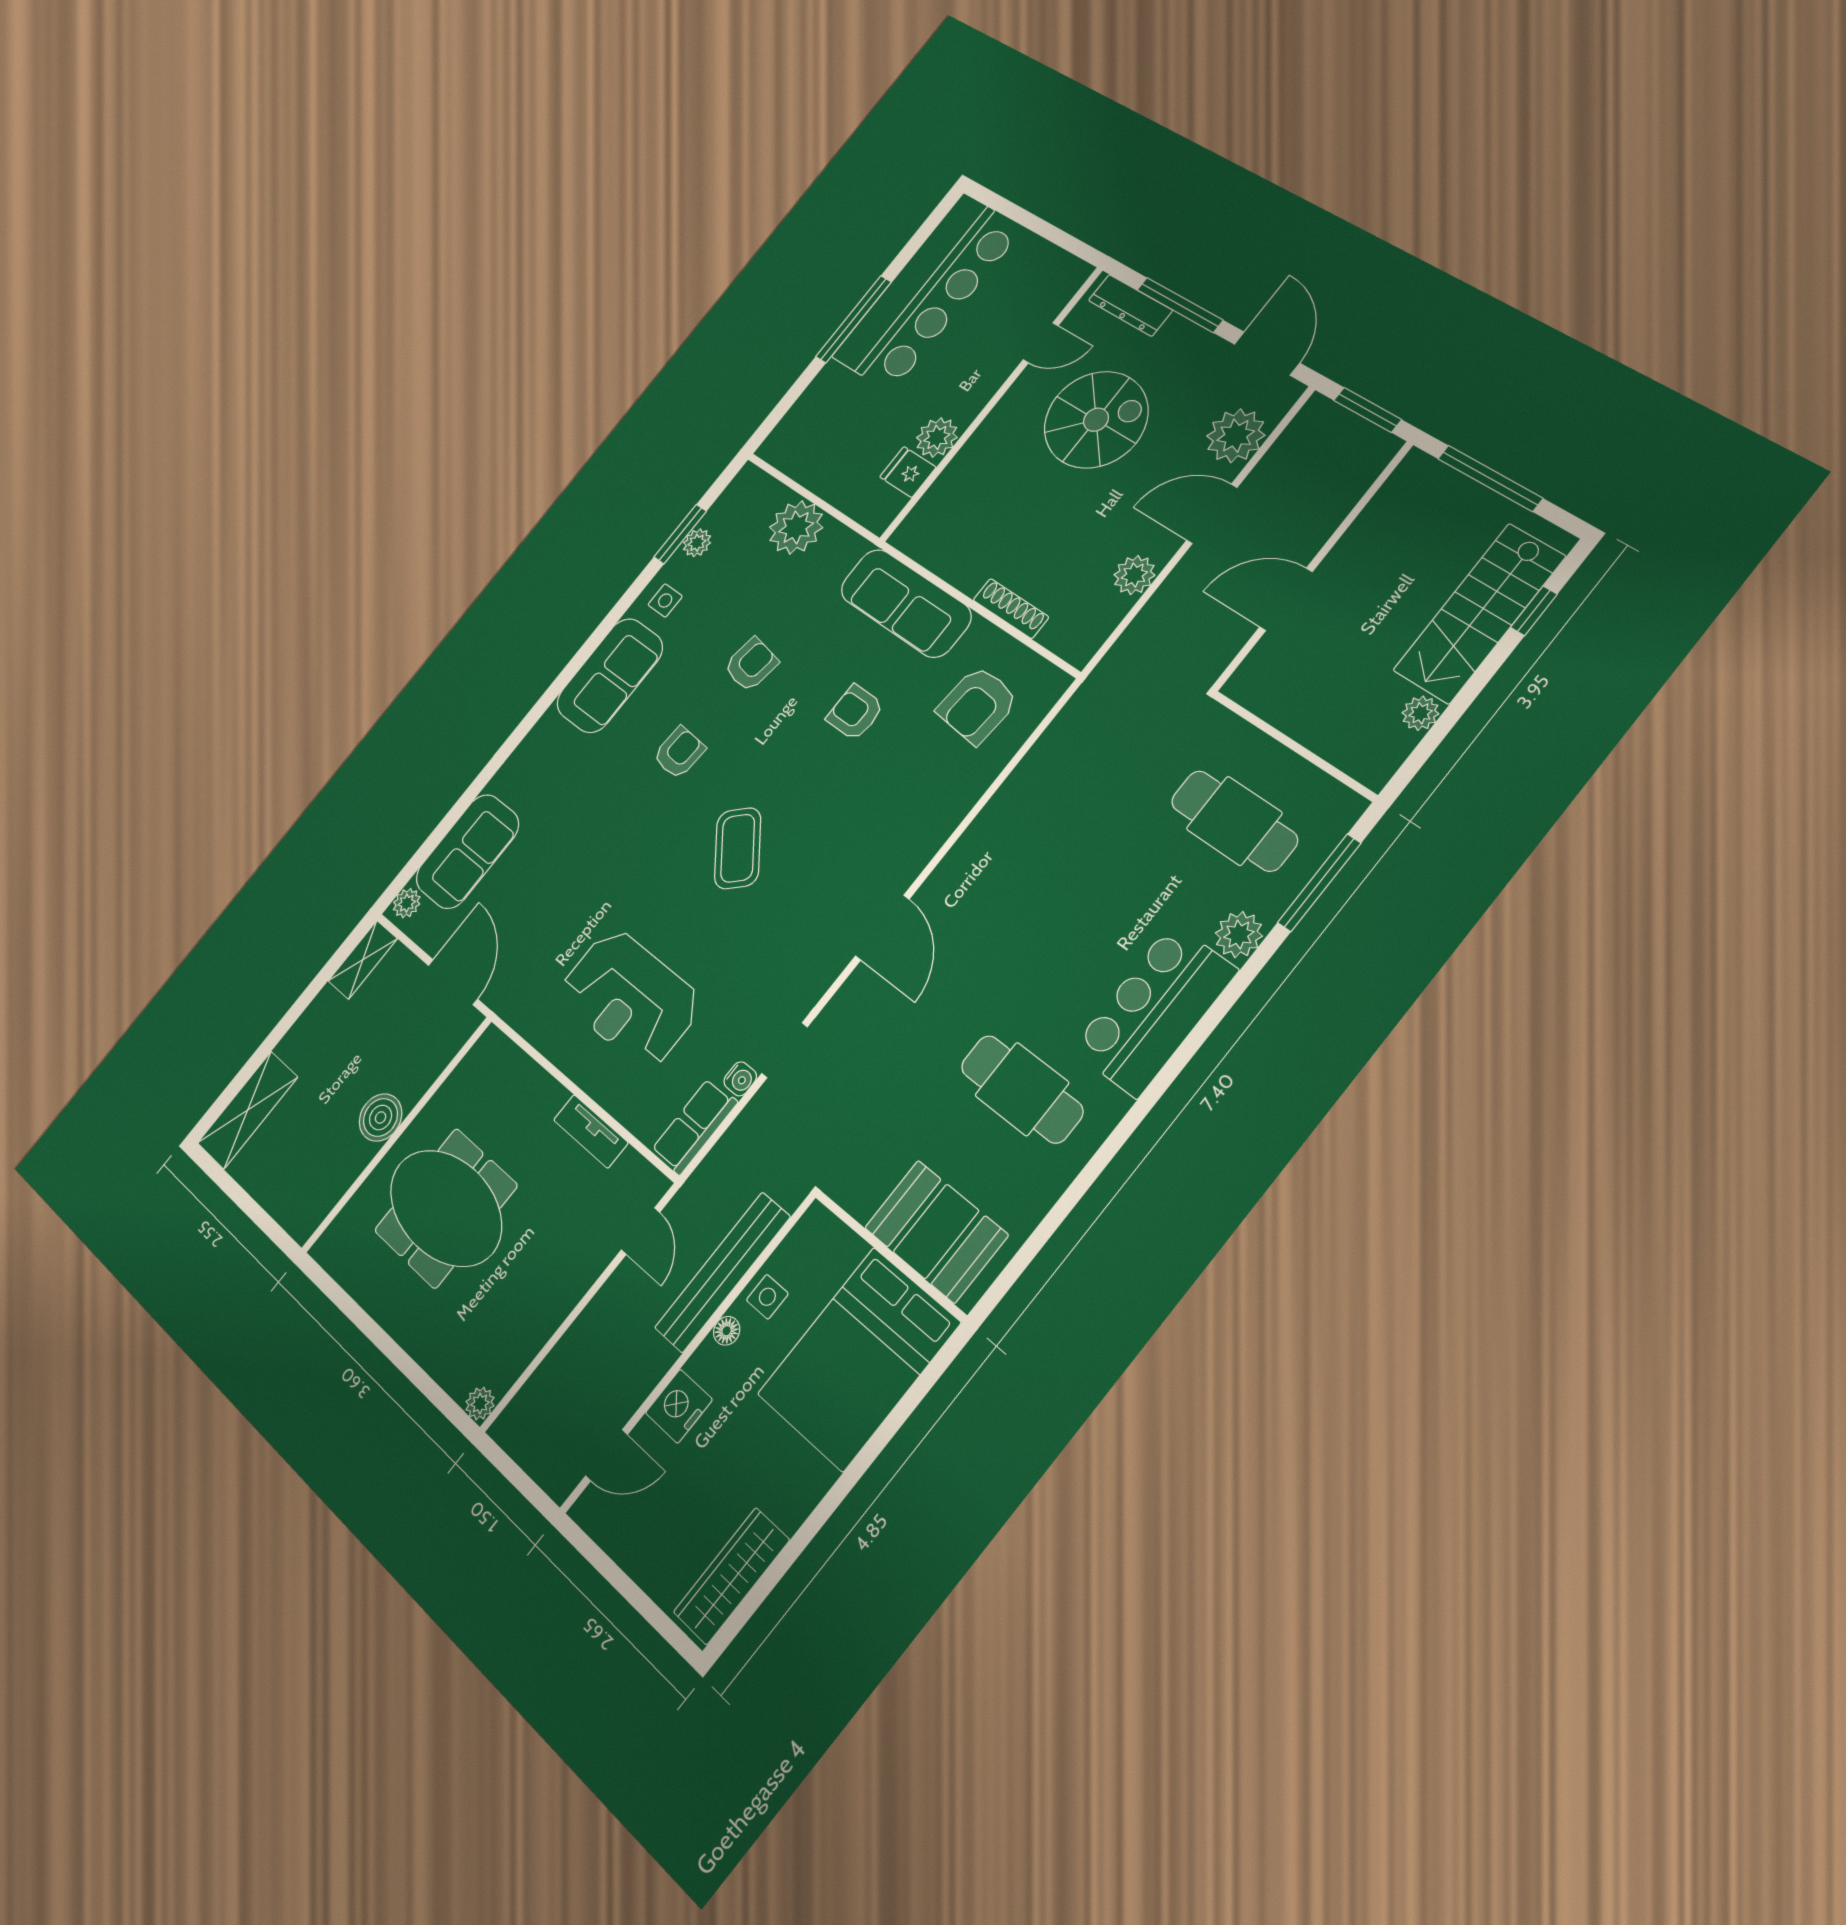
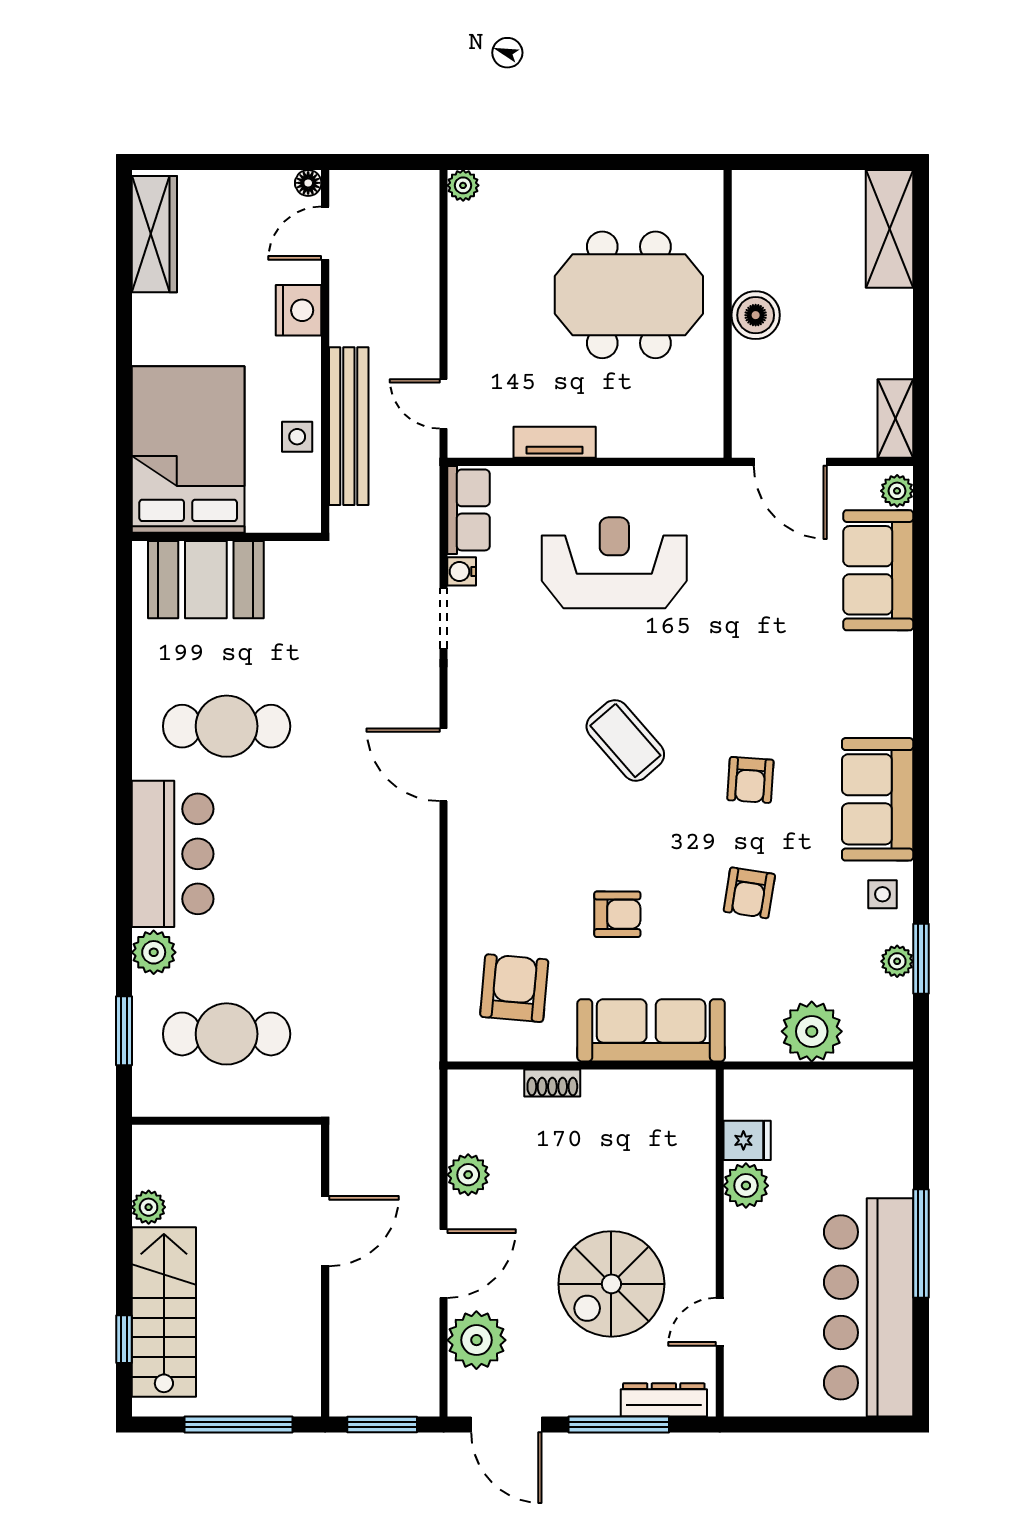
shoe rack: (1011, 609) -> (552, 1083), width x0.70
window: (1319, 883) -> (124, 1031), width x0.69
floor lamp: (727, 1331) -> (308, 183), moved

